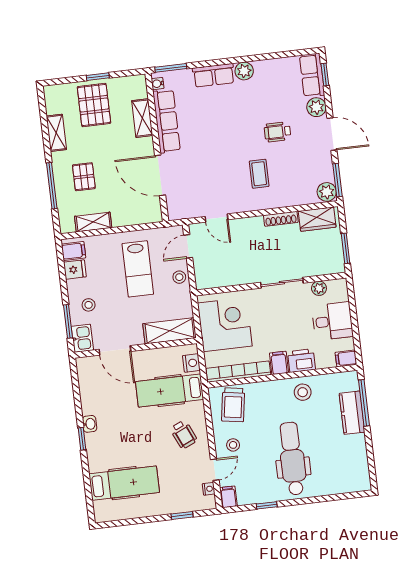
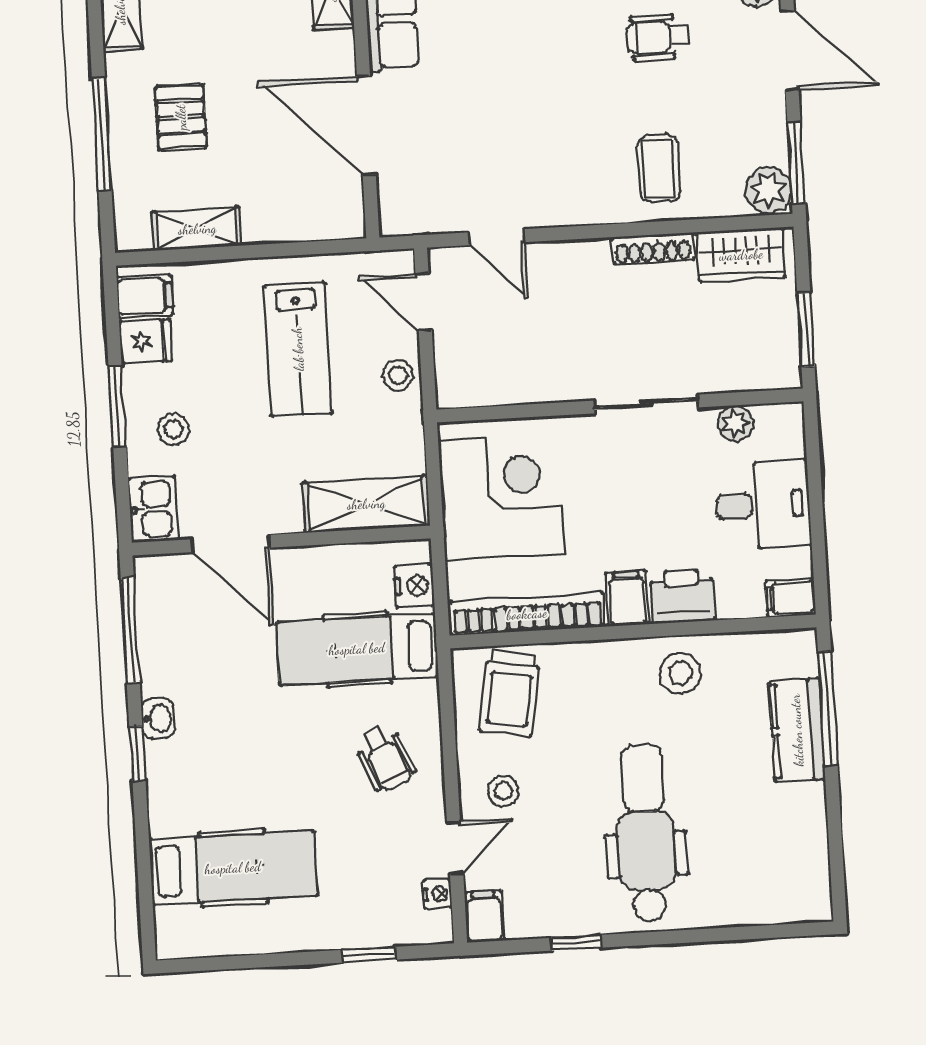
coffee table: (259, 174) -> (659, 168), moved
door: (188, 246) -> (424, 302), hinge flipped
window: (68, 321) -> (117, 406), moved
window: (76, 388) -> (130, 630), added

